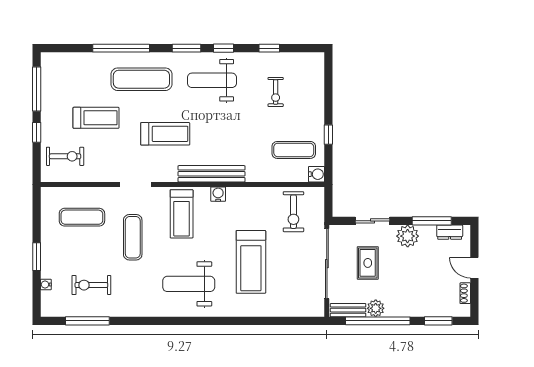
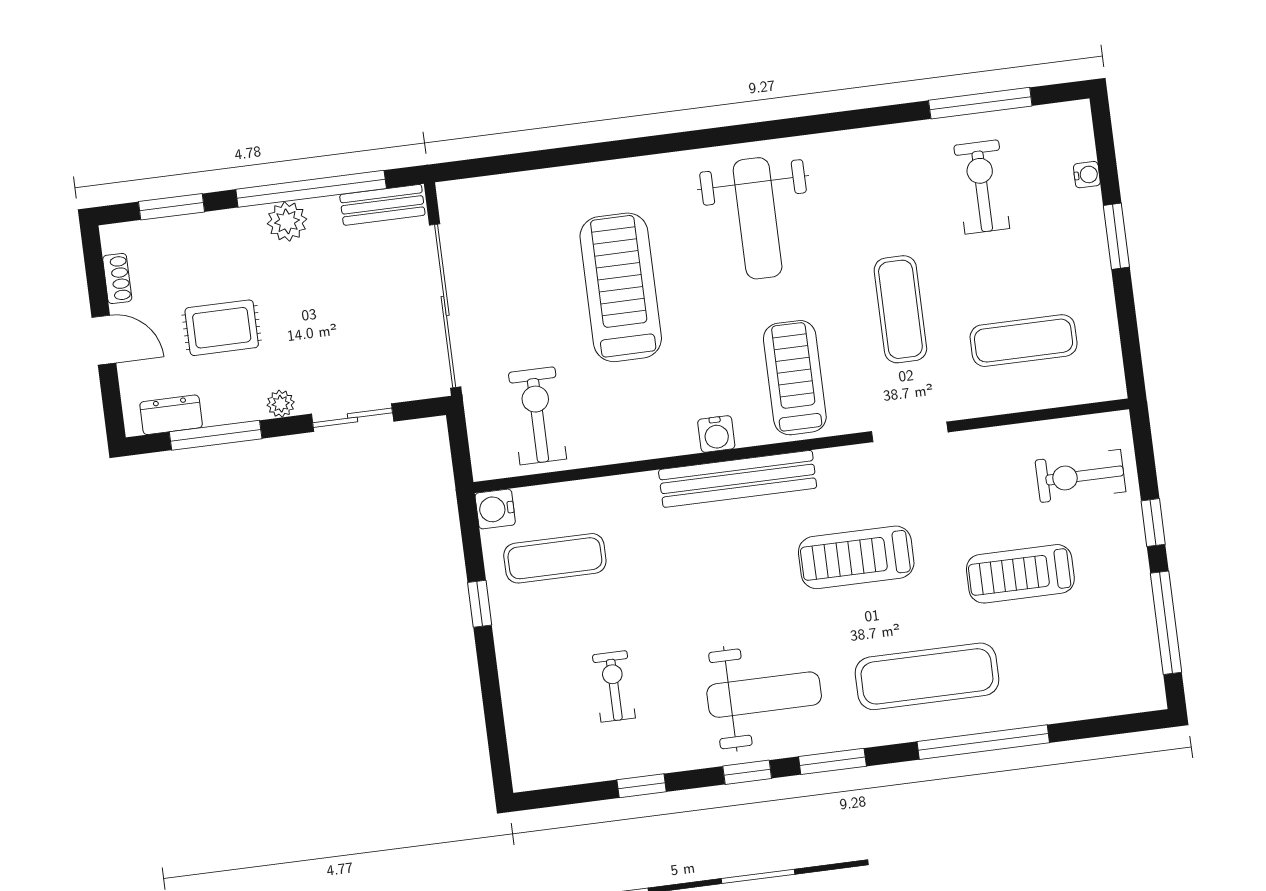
plant: (408, 236) -> (281, 404), width x0.53, depth x0.53
rug: (368, 263) -> (222, 328), moved, turned 90
weight bench: (189, 284) -> (758, 218), turned 90
exercise bike: (91, 285) -> (982, 187), turned -90
plant: (376, 308) -> (287, 221), moved

